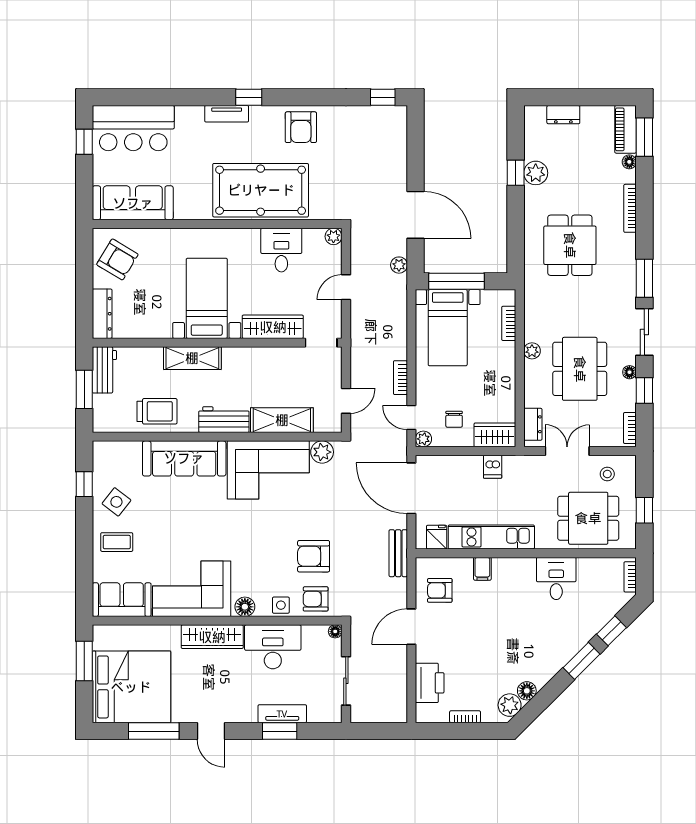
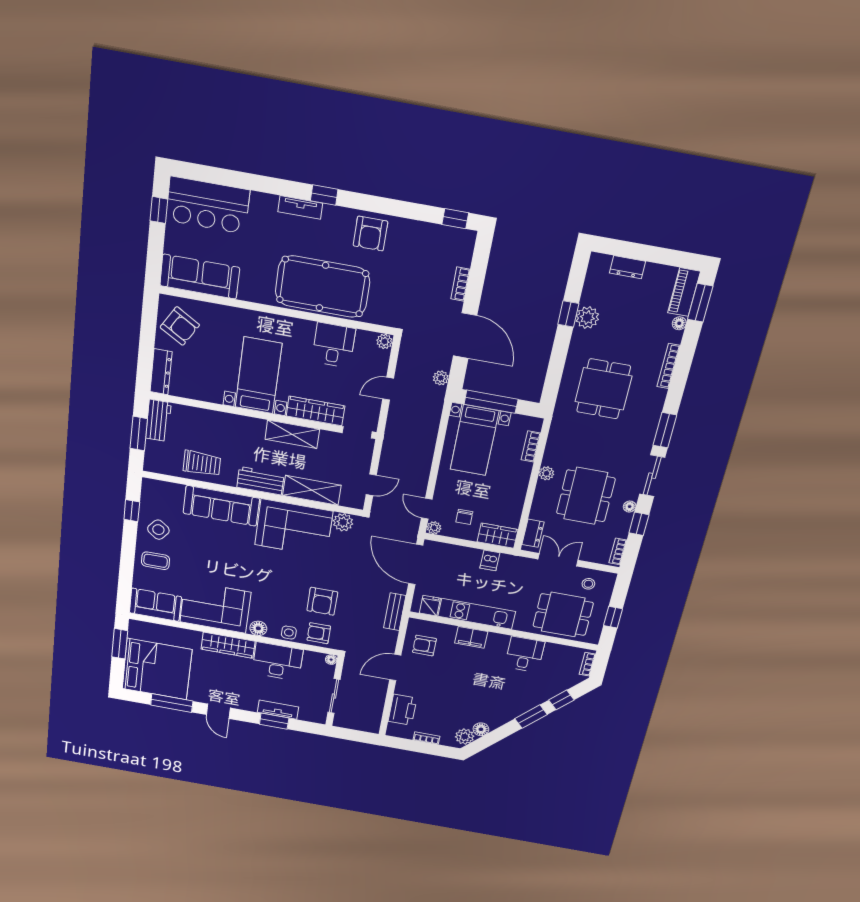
shelving: (192, 358) -> (292, 434), moved
bookcase: (400, 378) -> (460, 284), moved
armchair: (314, 556) -> (322, 601), turned -90
filing cabinet: (482, 569) -> (471, 637), width x2.00

